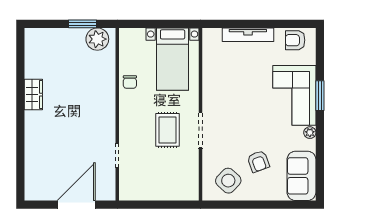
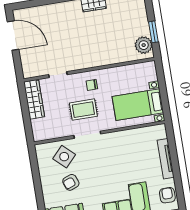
chair: (130, 82) -> (92, 85), moved
side table: (228, 181) -> (64, 157), moved
wardrobe: (144, 191) -> (34, 99), added
door: (76, 205) -> (13, 36), moved

